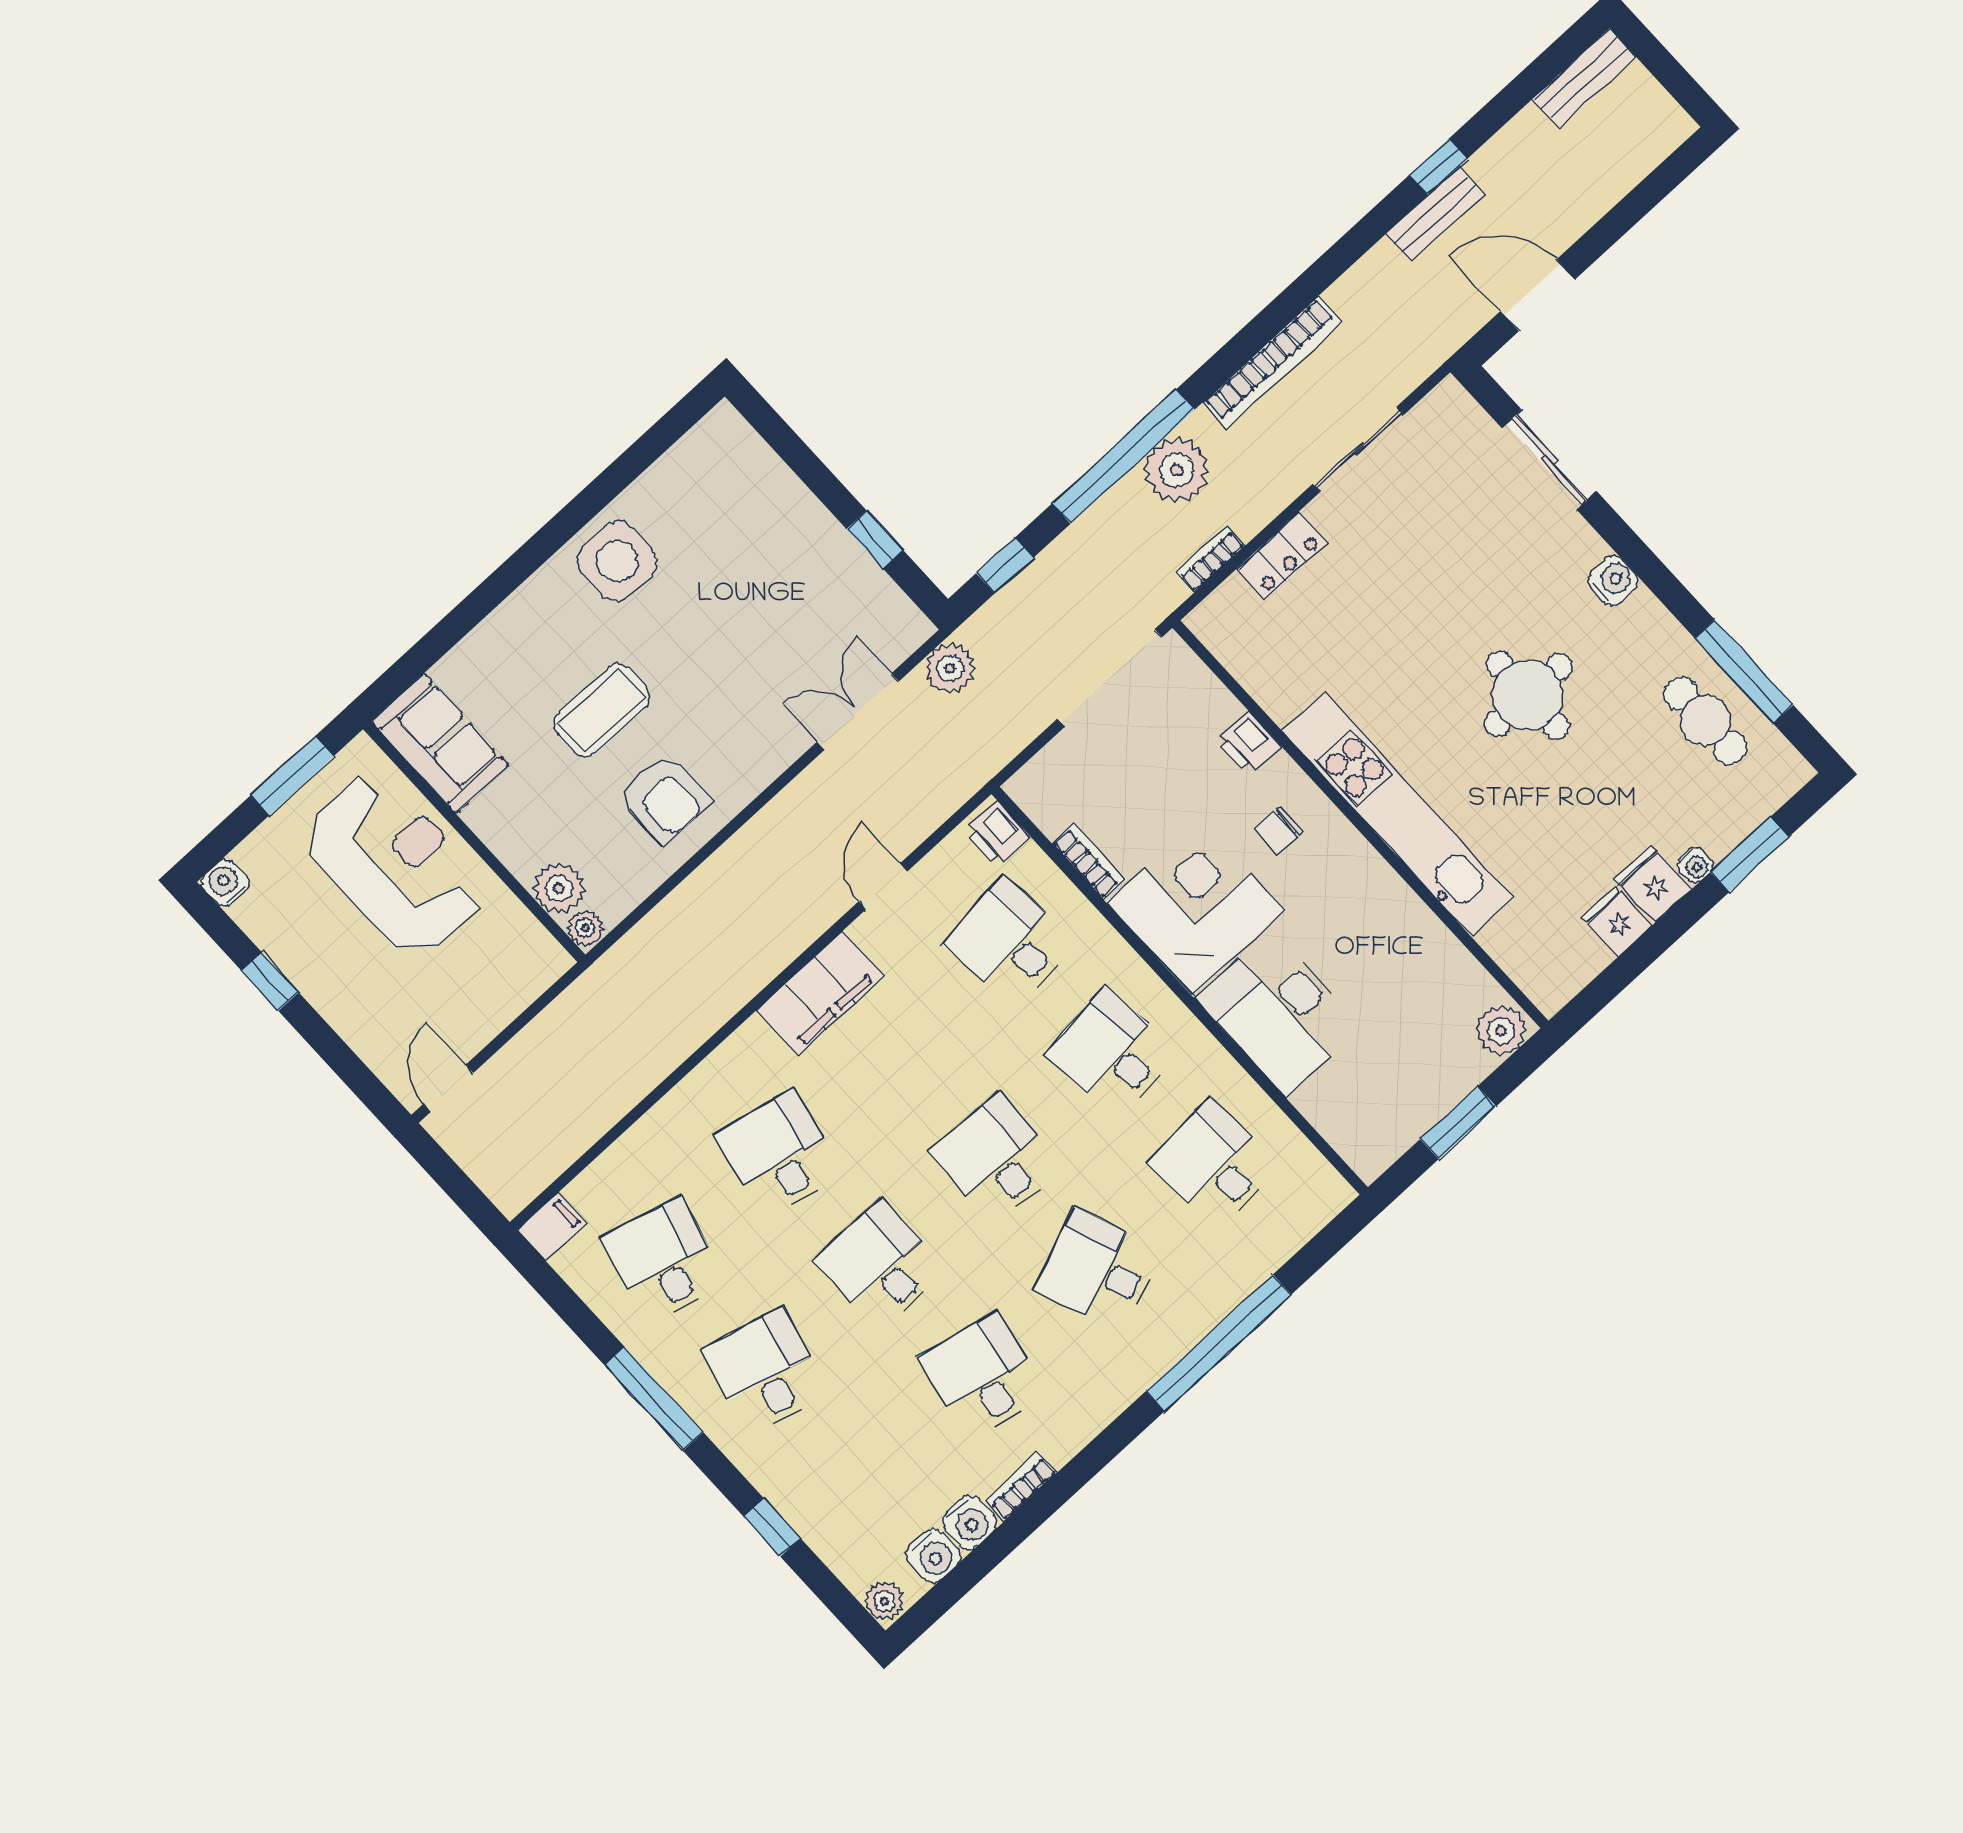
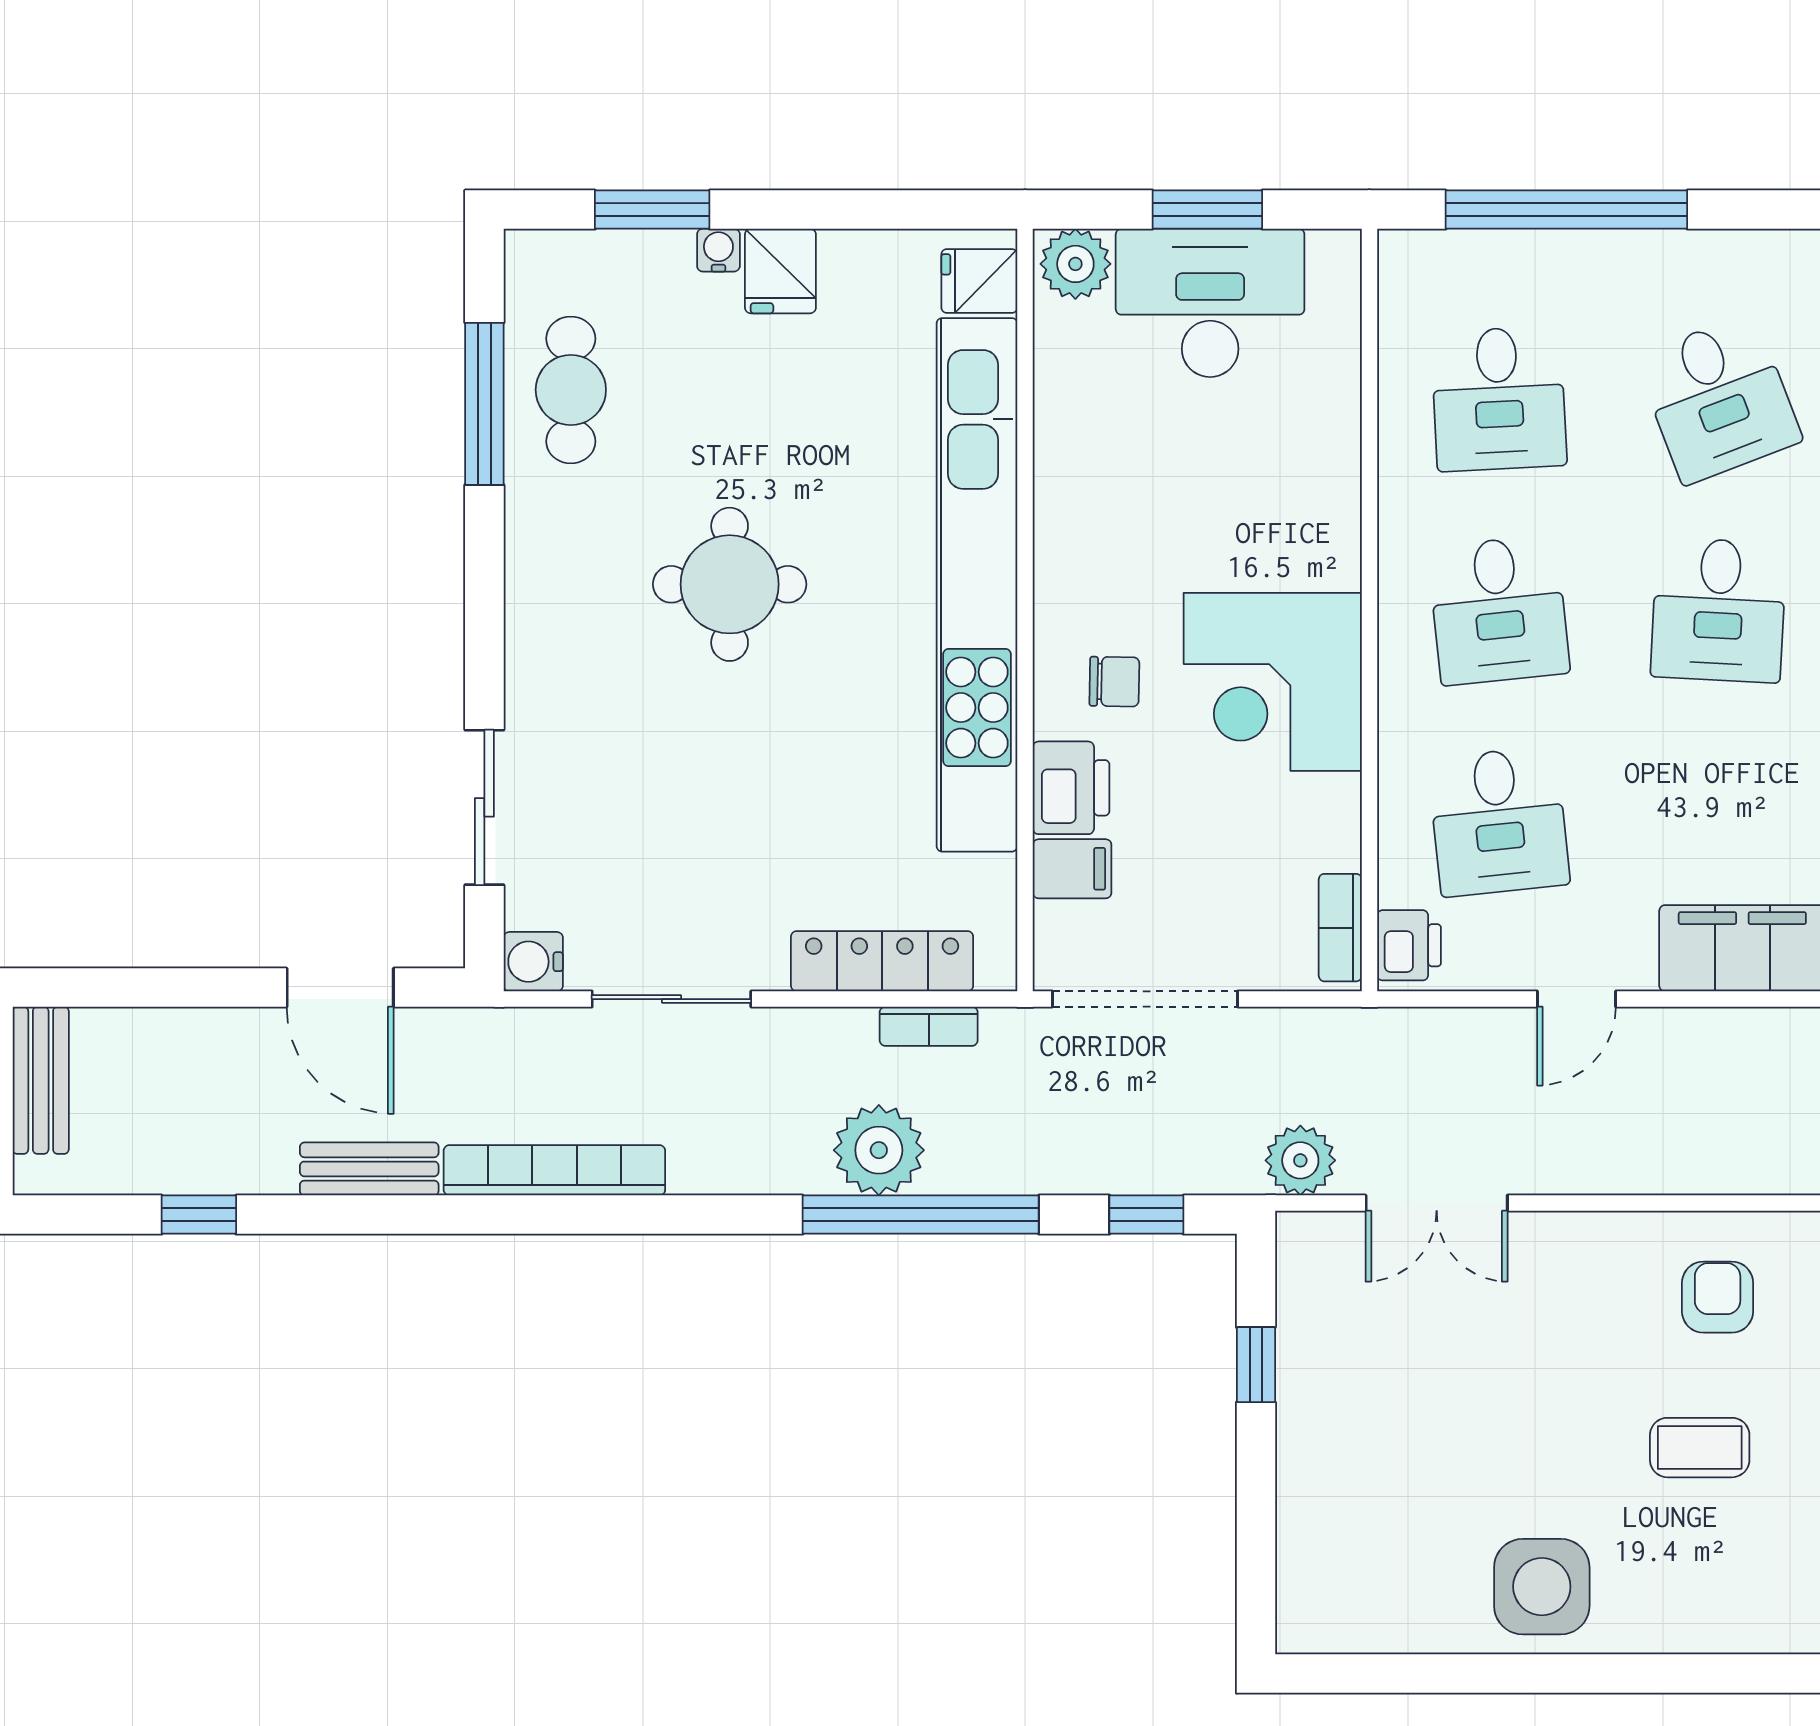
bench: (1584, 78) -> (41, 1080), moved, turned 90
window: (1438, 167) -> (199, 1215), moved
bookcase: (1272, 362) -> (554, 1170), moved
locker: (1282, 556) -> (882, 961), width x1.53
water cooler: (1613, 581) -> (533, 962), moved
coffee table: (602, 710) -> (1700, 1448), width x0.73, depth x0.77
filing cabinet: (1211, 711) -> (1072, 869), added
printer: (1248, 743) -> (1071, 788), width x1.36, depth x1.24
armchair: (665, 798) -> (1718, 1297), width x0.72, depth x0.72
kitchen unit: (1398, 814) -> (977, 585), width x1.36
bookcase: (1089, 861) -> (1340, 928), moved
fridge: (1617, 921) -> (979, 281), moved, turned 90
desk: (1279, 1012) -> (1210, 303), moved, turned -90
window: (1219, 1343) -> (1566, 210), moved

